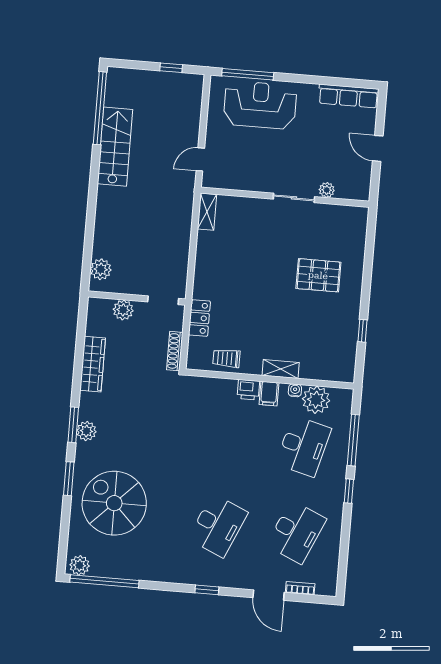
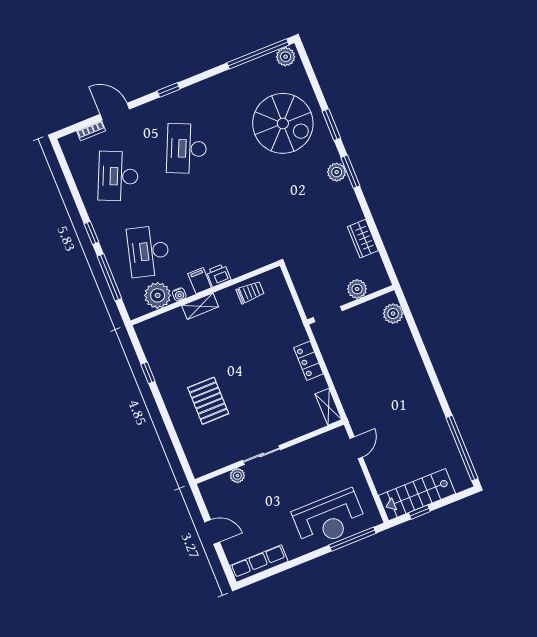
stairs: (115, 147) -> (417, 495), moved, turned 90
pallet: (318, 275) -> (208, 401), turned 90
locker: (199, 318) -> (309, 361), moved
shoe rack: (175, 351) -> (296, 276), removed
wardrobe: (93, 364) -> (363, 239), width x0.67

